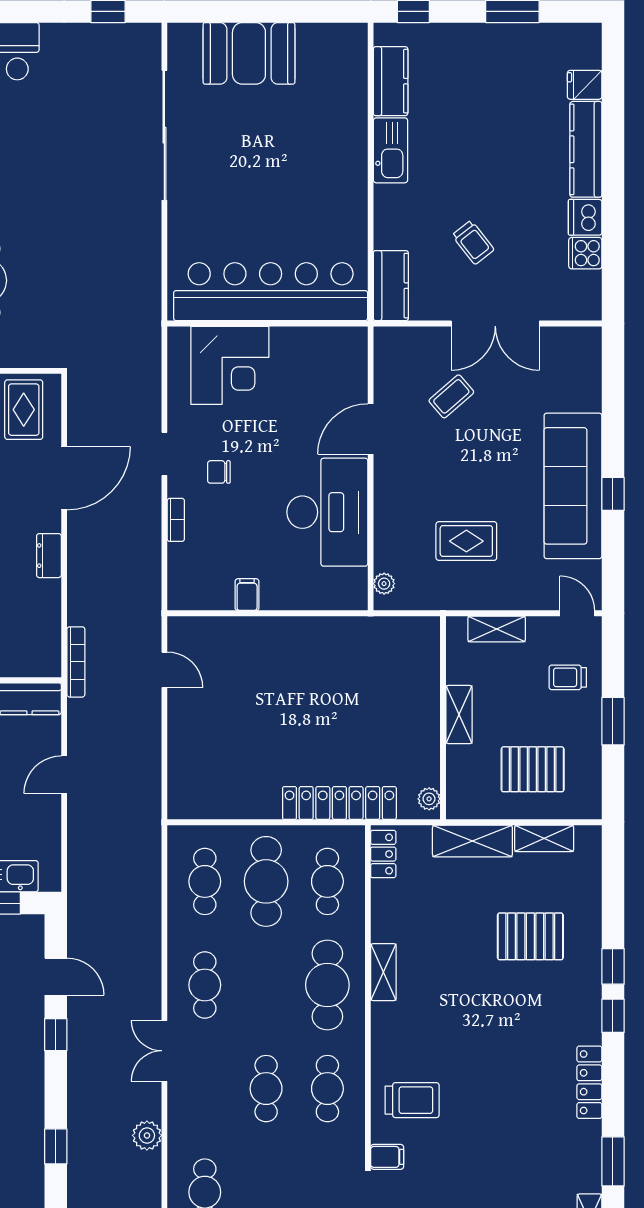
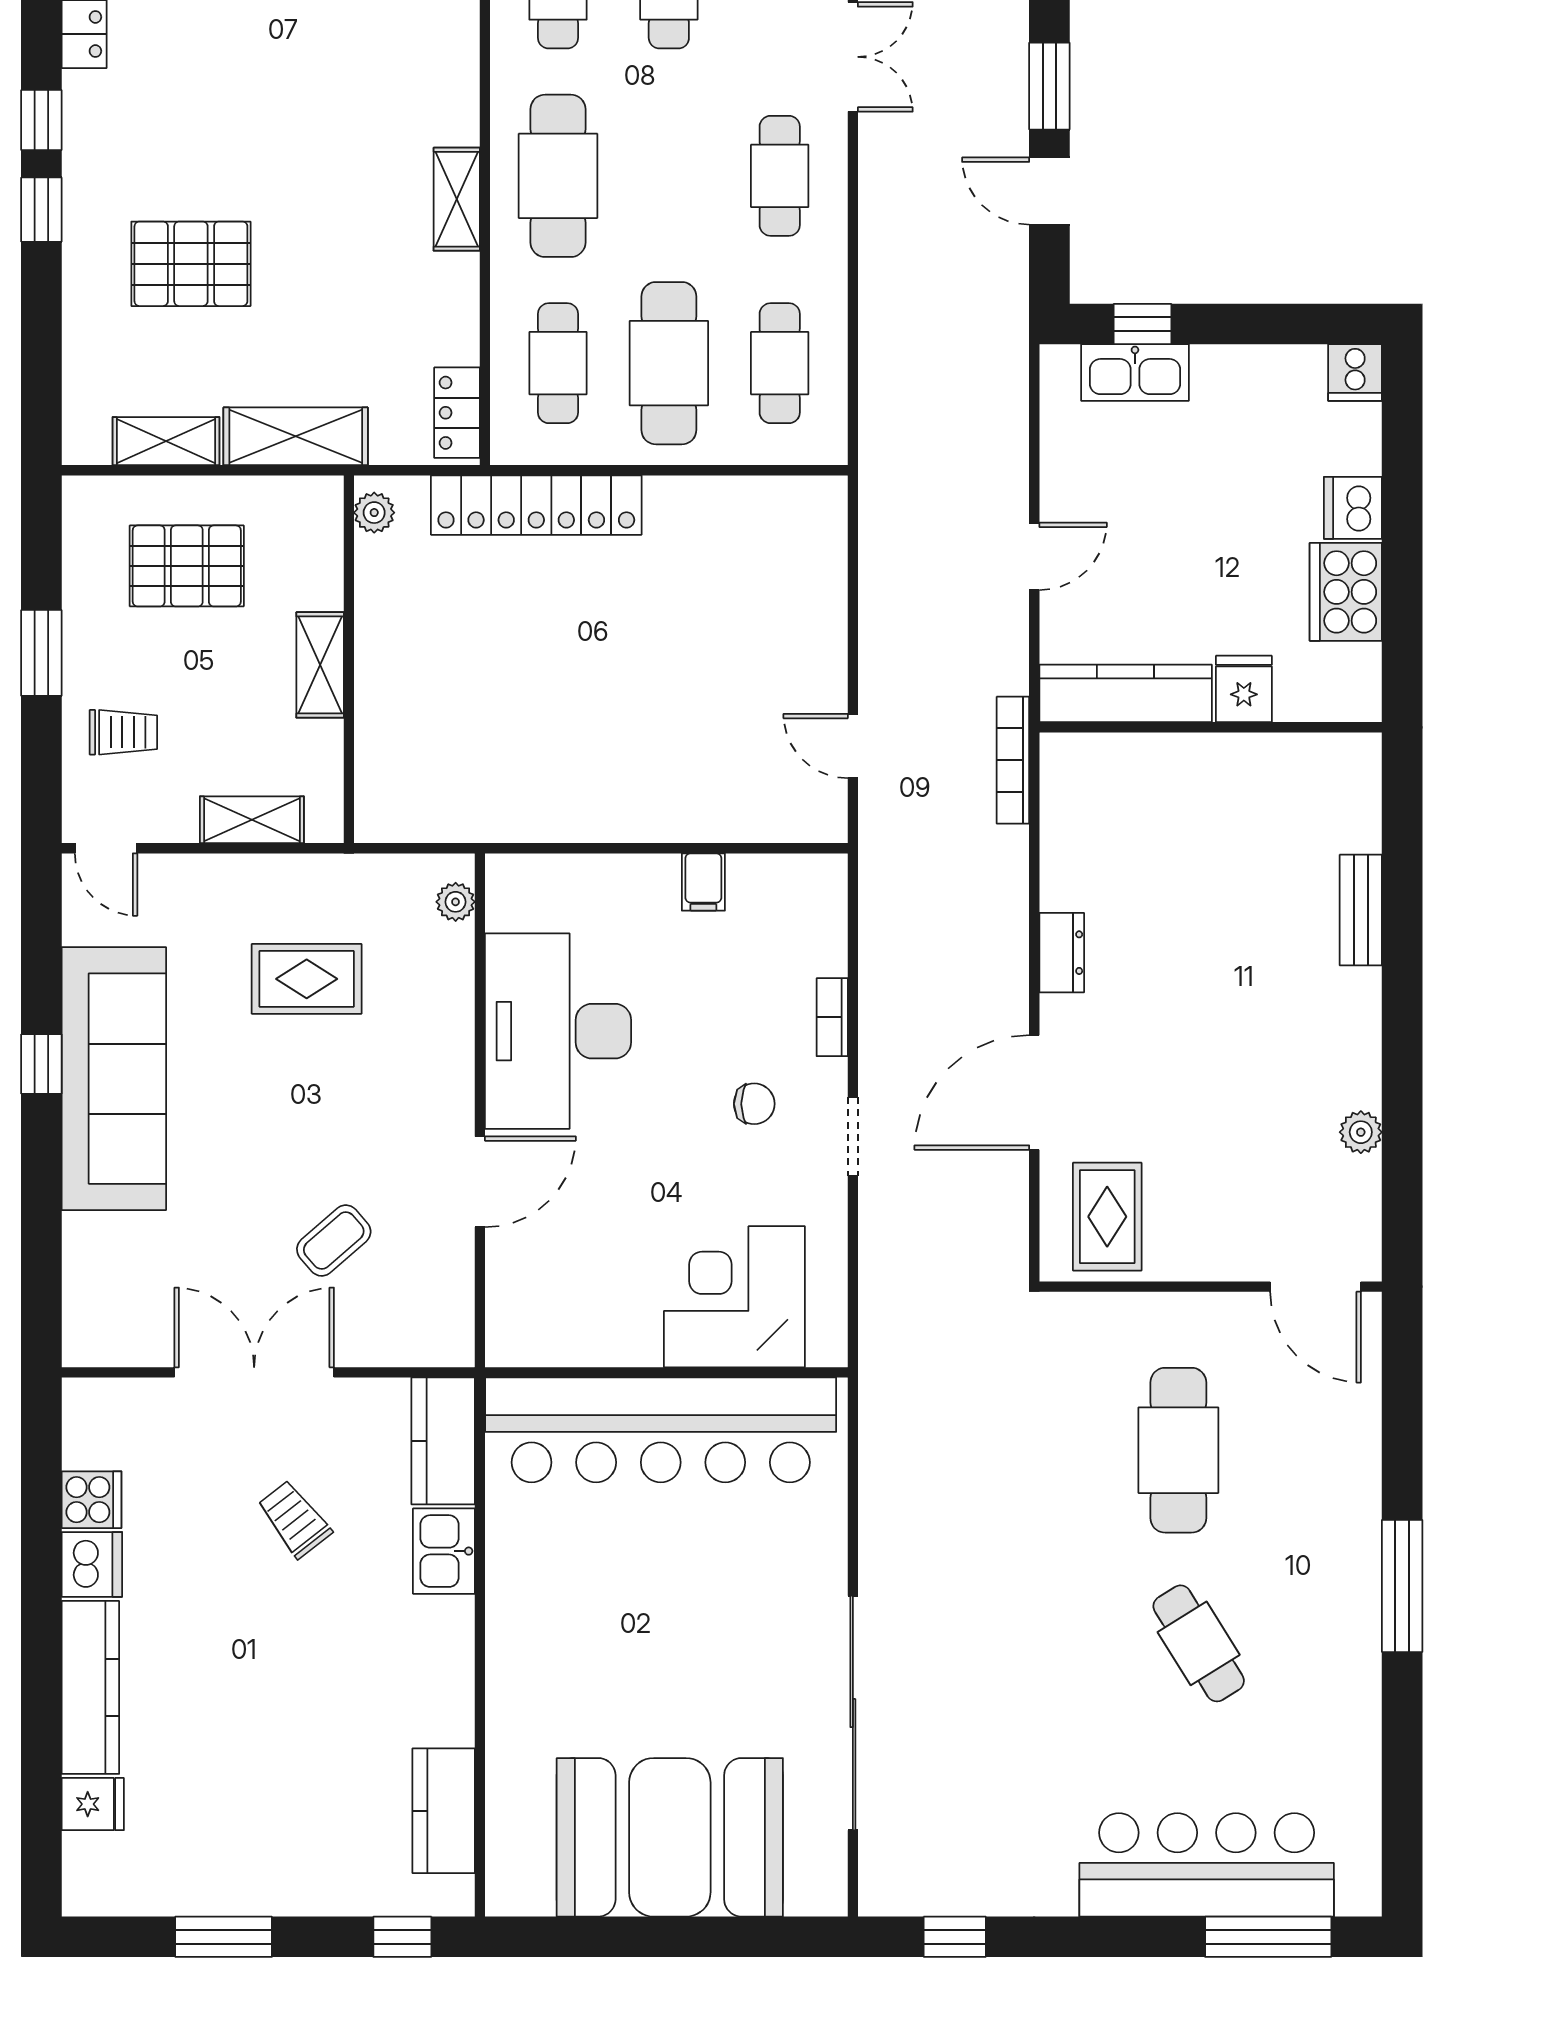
booth: (249, 53) -> (670, 1837), width x1.36, depth x1.42
kitchen sink: (390, 150) -> (444, 1551), moved, width x0.73
window: (56, 1035) -> (1049, 86), width x1.50

